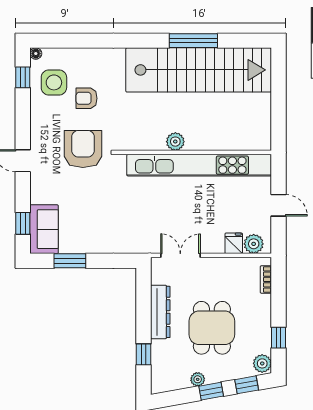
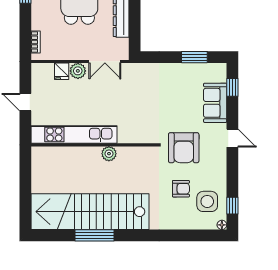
kitchen unit: (199, 165) -> (74, 135), width x0.73
sofa: (44, 229) -> (215, 103), moved
plant: (254, 244) -> (78, 71), moved

